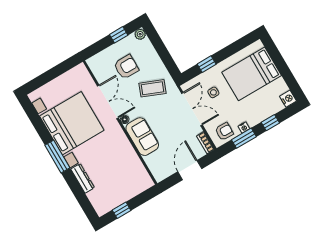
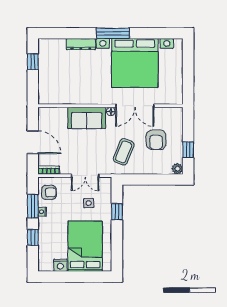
nightstand: (288, 99) -> (60, 265), moved
double door: (192, 109) -> (85, 176), width x0.73
armchair: (224, 131) -> (49, 192), turned -91

